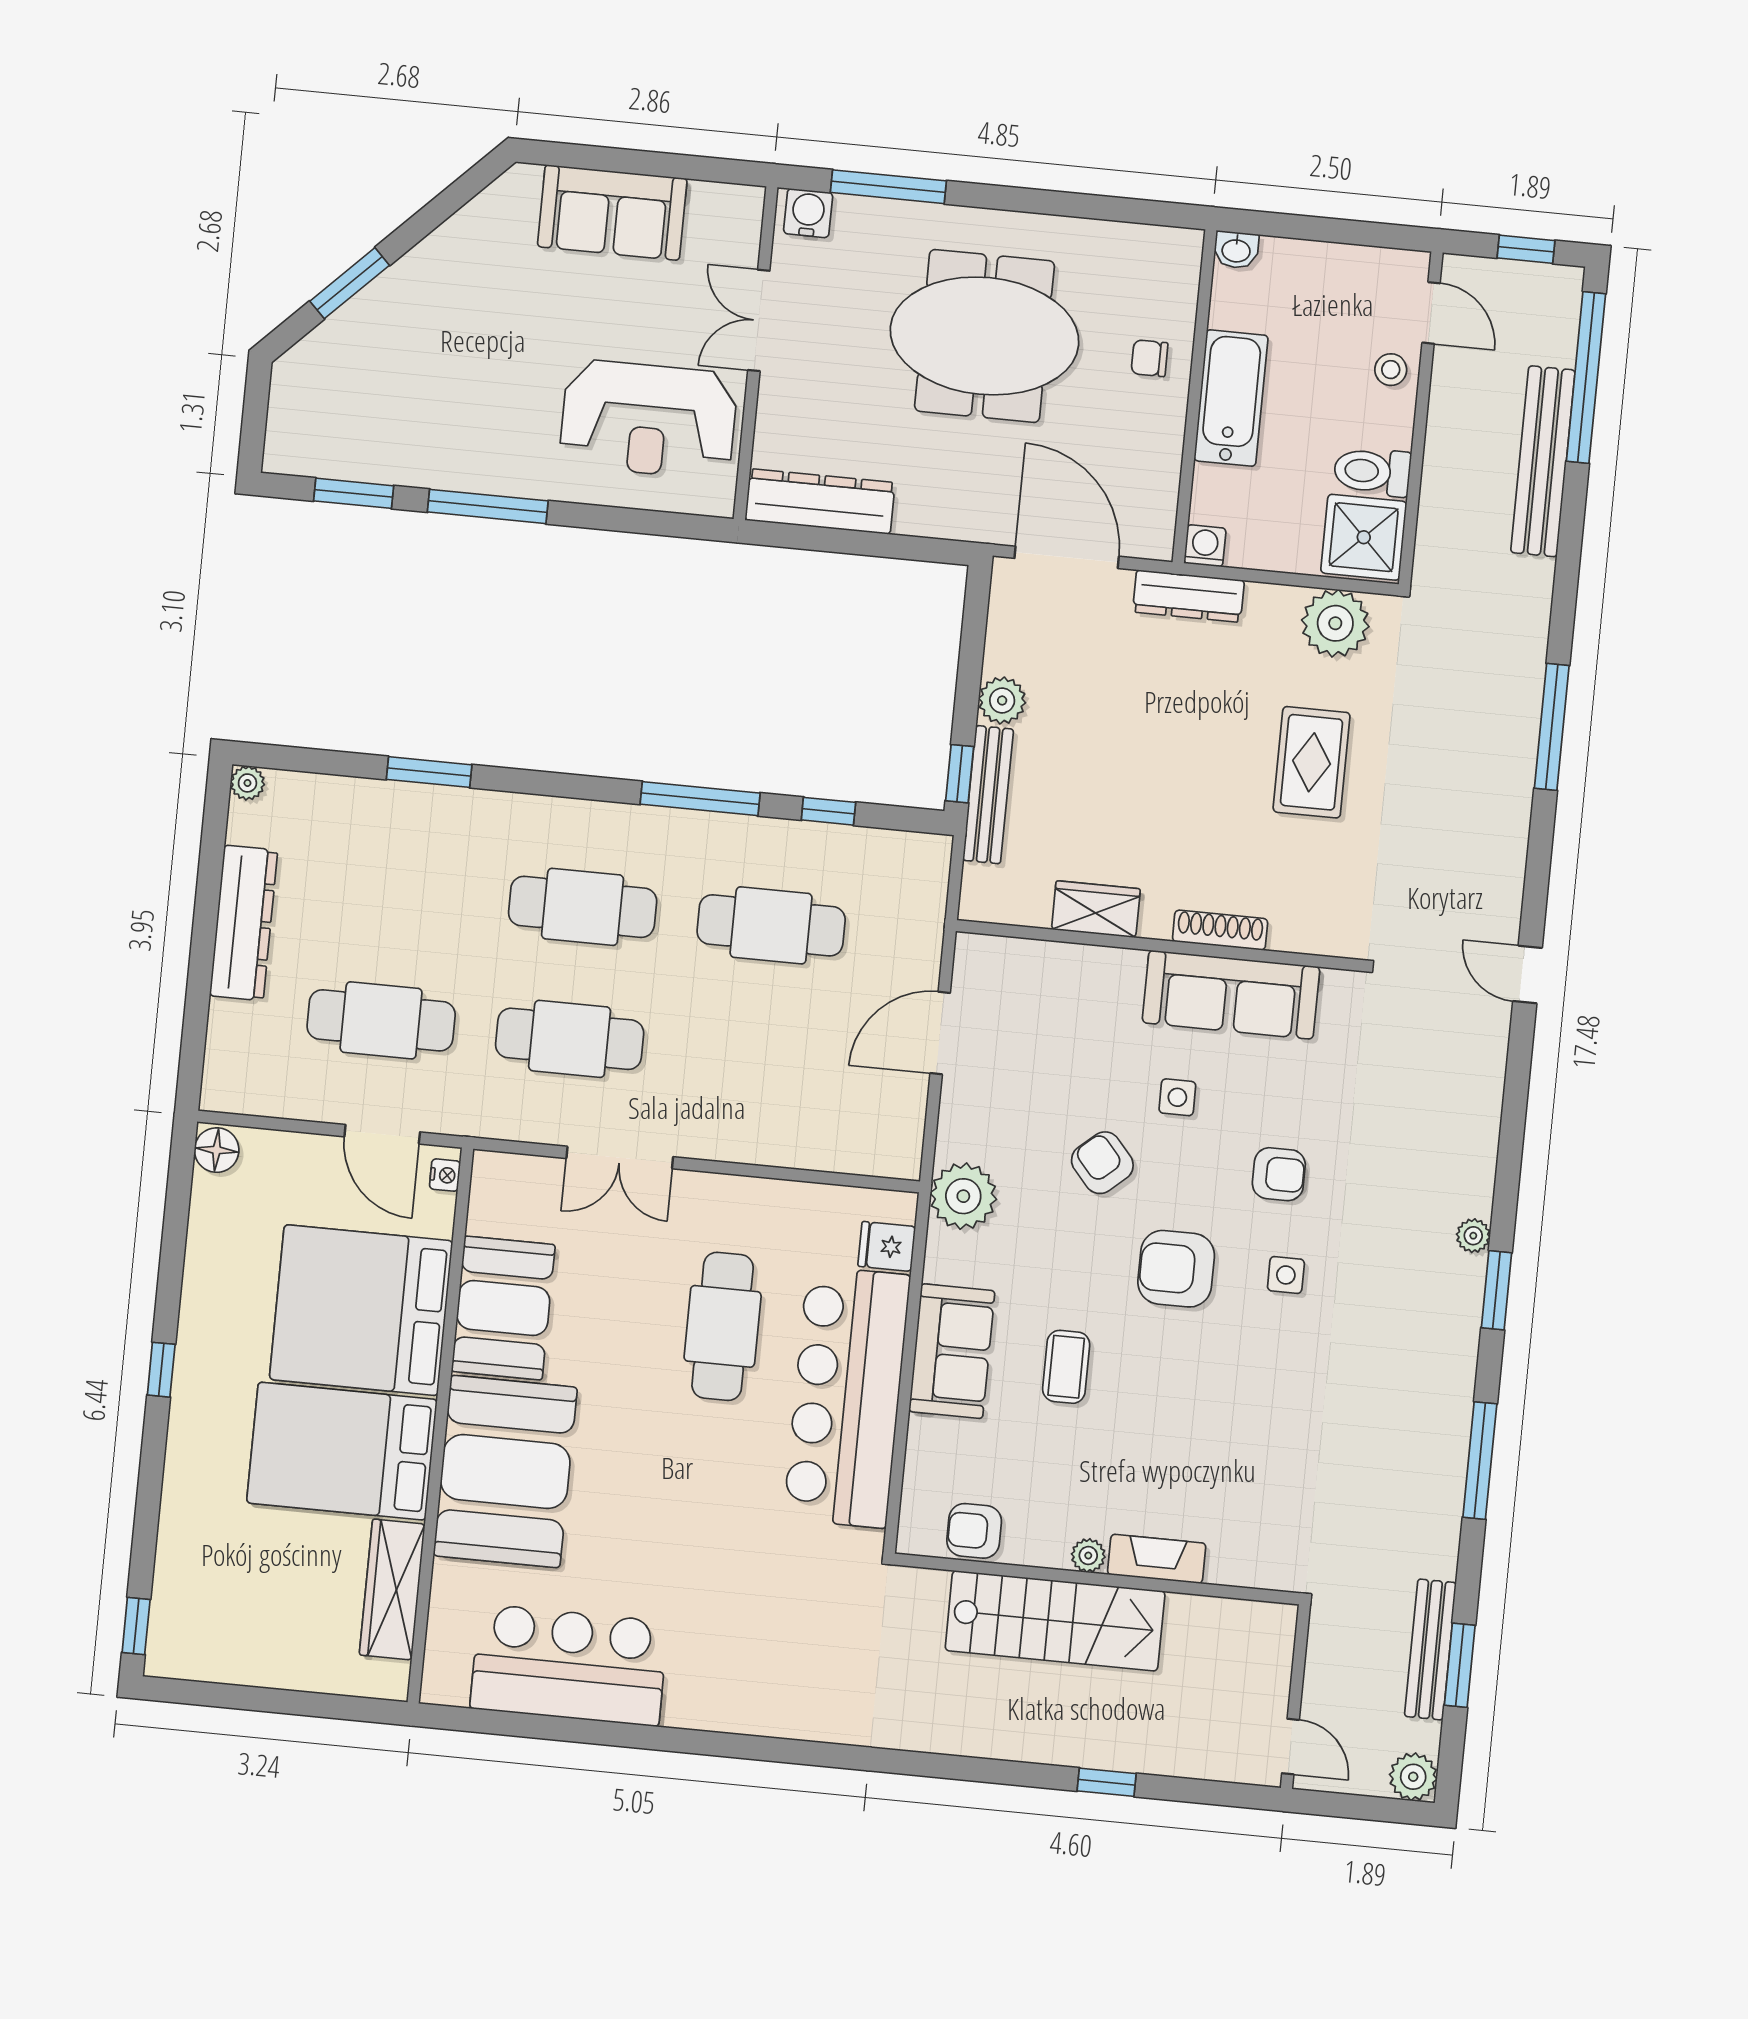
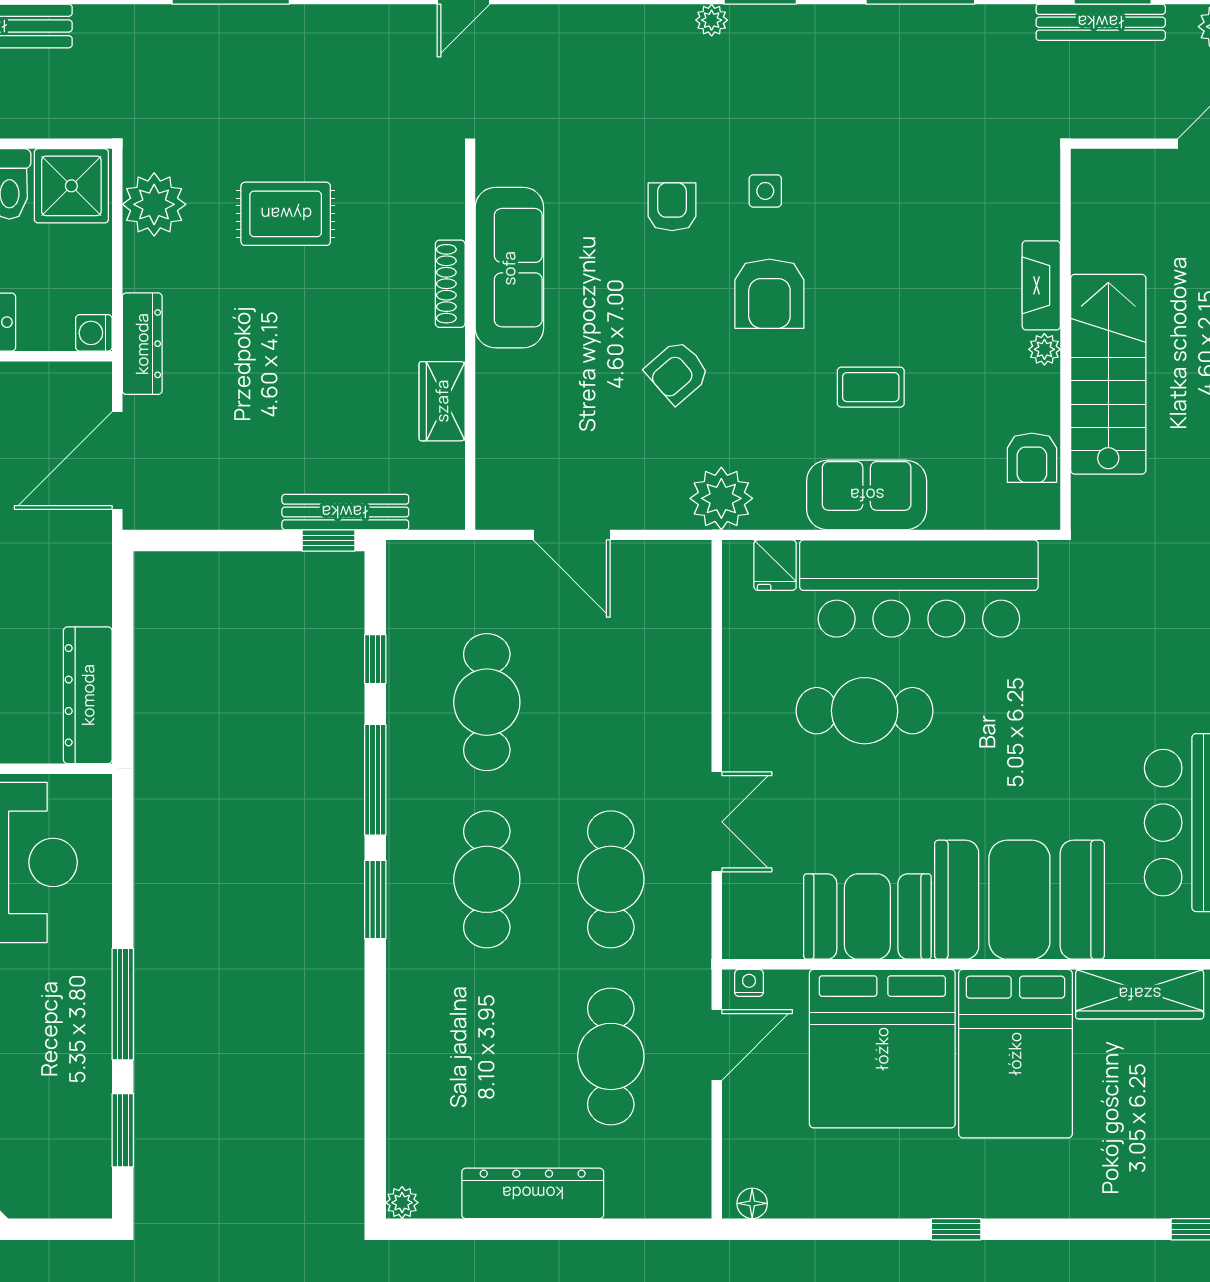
plant: (1002, 700) -> (256, 508), removed
window: (429, 772) -> (375, 899), moved
side table: (1177, 1097) -> (610, 308), removed
floor lamp: (217, 1150) -> (752, 1203), width x0.73, depth x0.73

